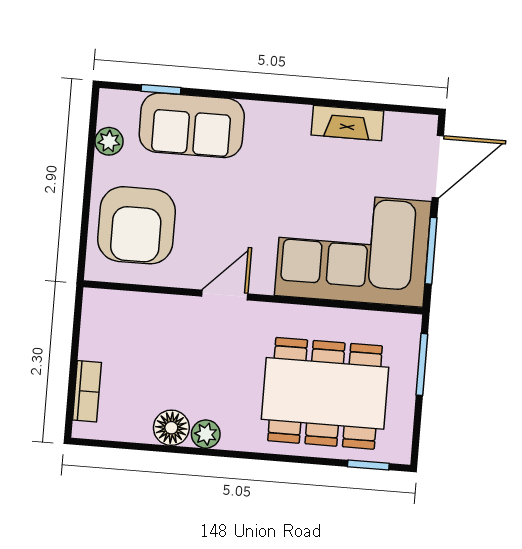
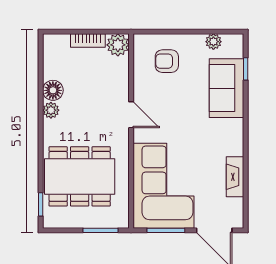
armchair: (136, 225) -> (167, 61), width x0.53, depth x0.53
plant: (101, 308) -> (118, 45), added
bookcase: (87, 391) -> (88, 40), moved
dining table: (325, 393) -> (80, 176), turned 90

